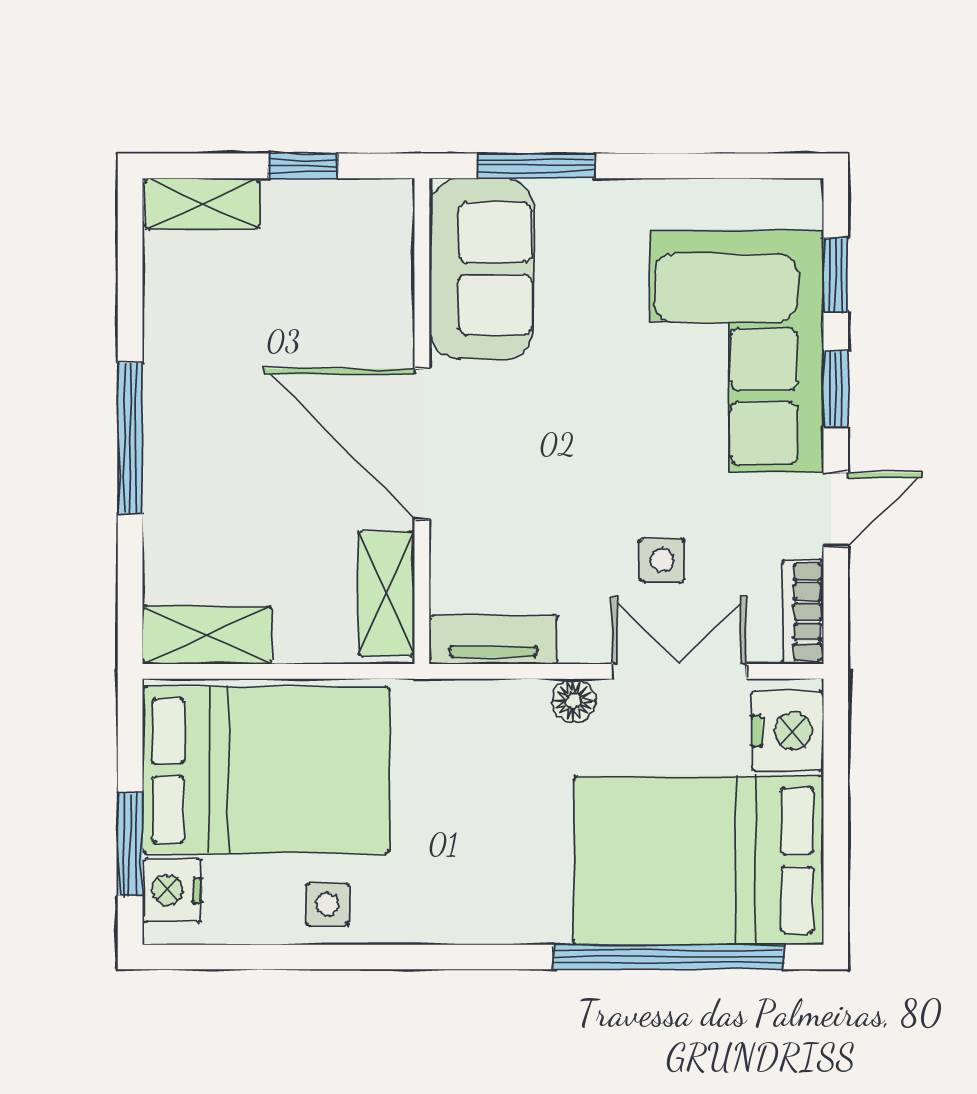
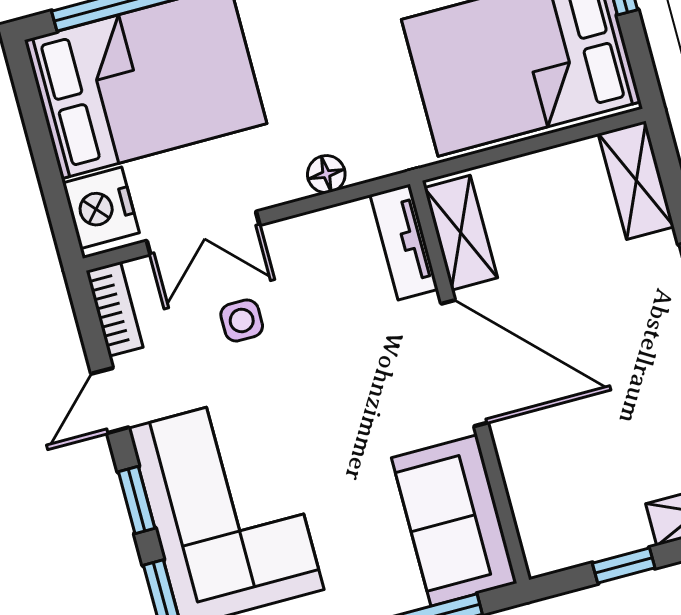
shelving: (207, 635) -> (636, 180), moved, turned 90
tv unit: (493, 640) -> (404, 242), moved, turned 90
floor lamp: (574, 701) -> (326, 174), moved

